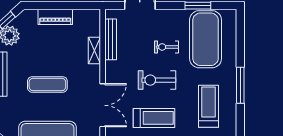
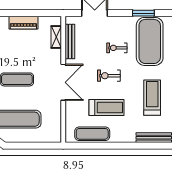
shelving: (94, 51) -> (56, 37), moved
exercise bike: (157, 80) -> (109, 76), width x0.73, depth x0.72
double door: (103, 105) -> (63, 82), moved

